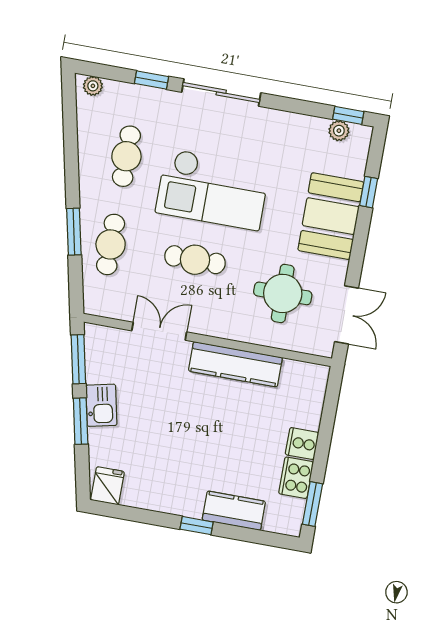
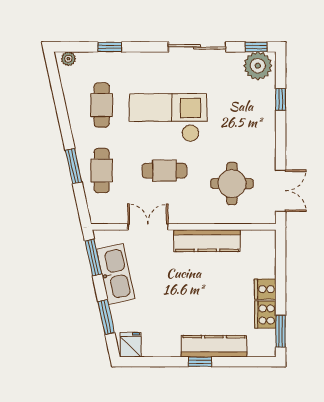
sliding door: (221, 93) -> (197, 47), moved
plant: (339, 131) -> (258, 66), width x1.88, depth x1.88
checkout: (213, 189) -> (168, 118), turned 180
booth: (331, 216) -> (256, 122), removed
kitchen sink: (101, 405) -> (116, 274), width x1.87, depth x1.24
window: (81, 421) -> (106, 317), moved
kitchen counter: (234, 511) -> (214, 346), width x1.50

